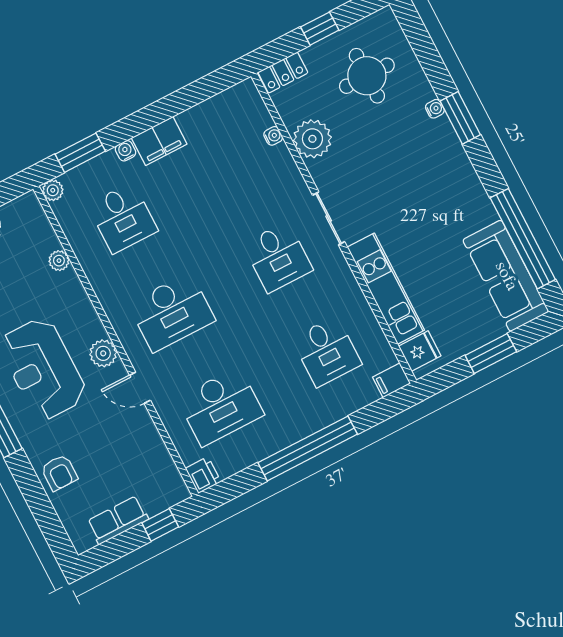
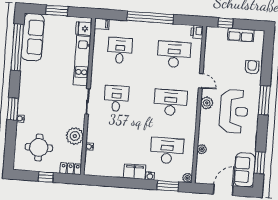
desk: (123, 218) -> (167, 151), width x1.37

